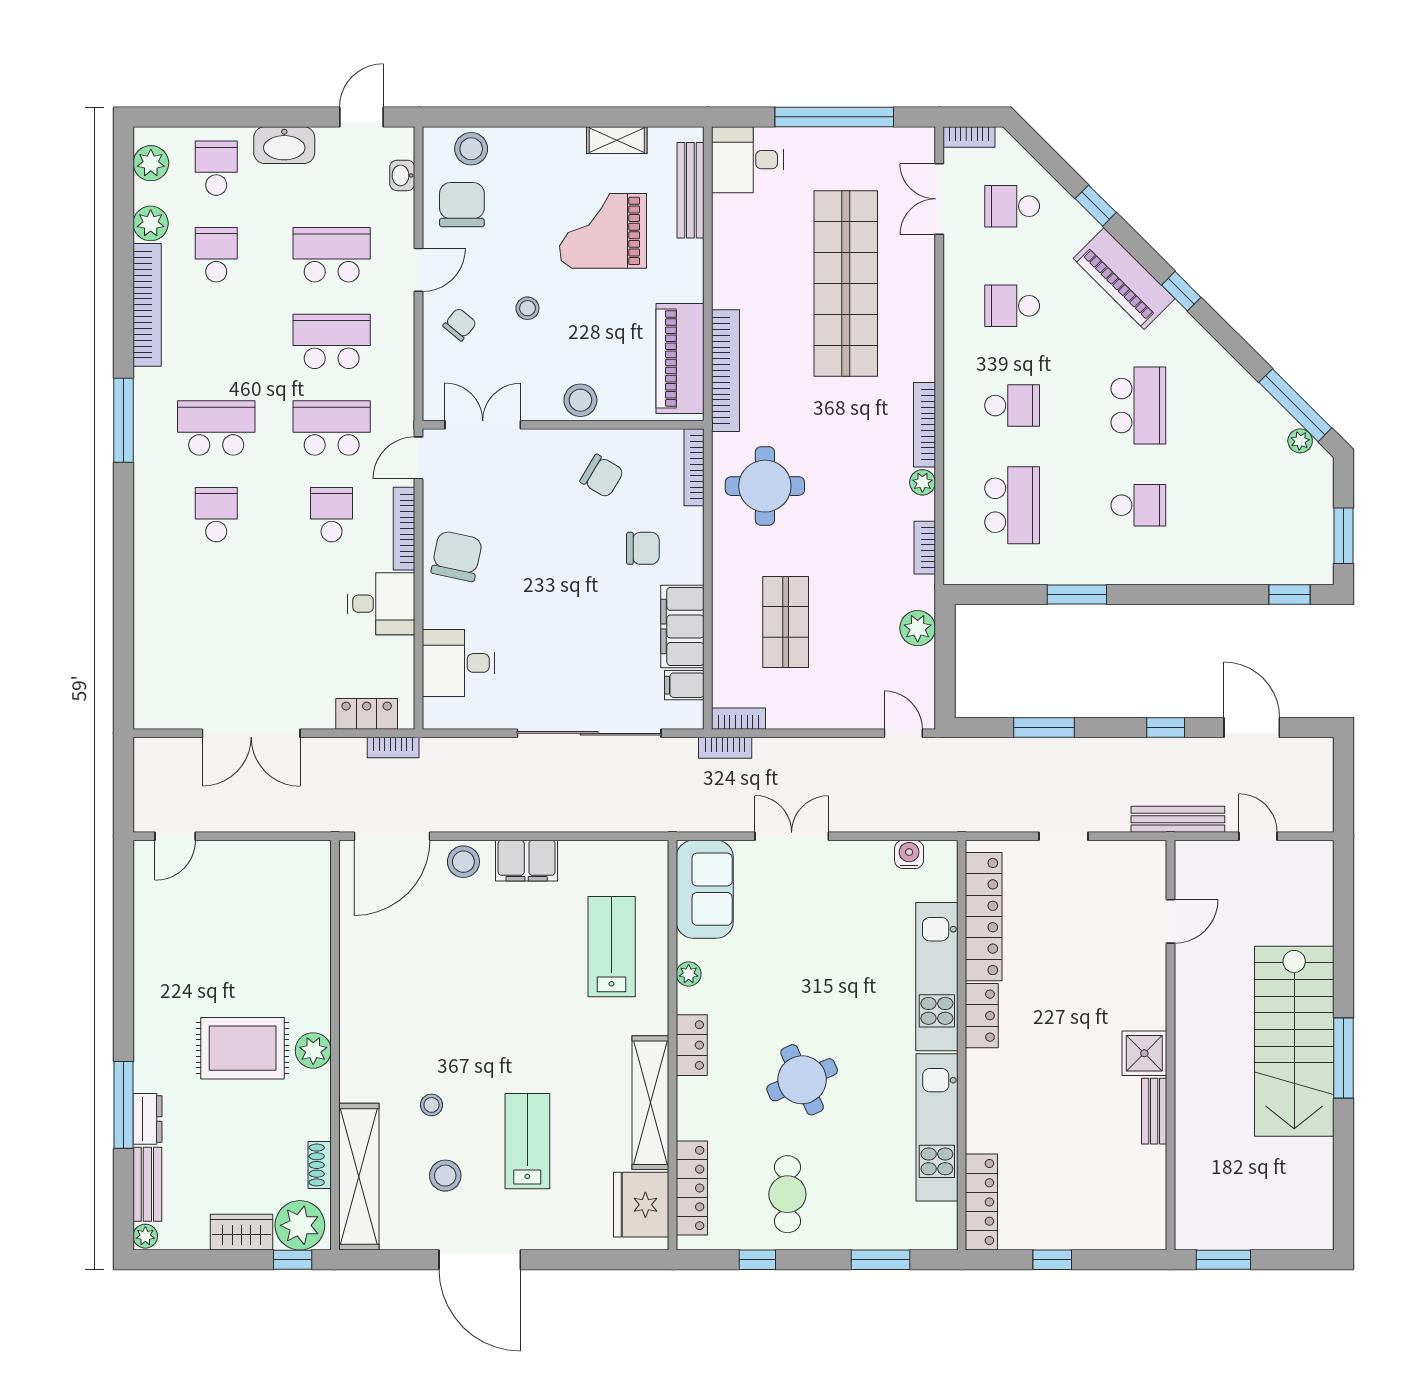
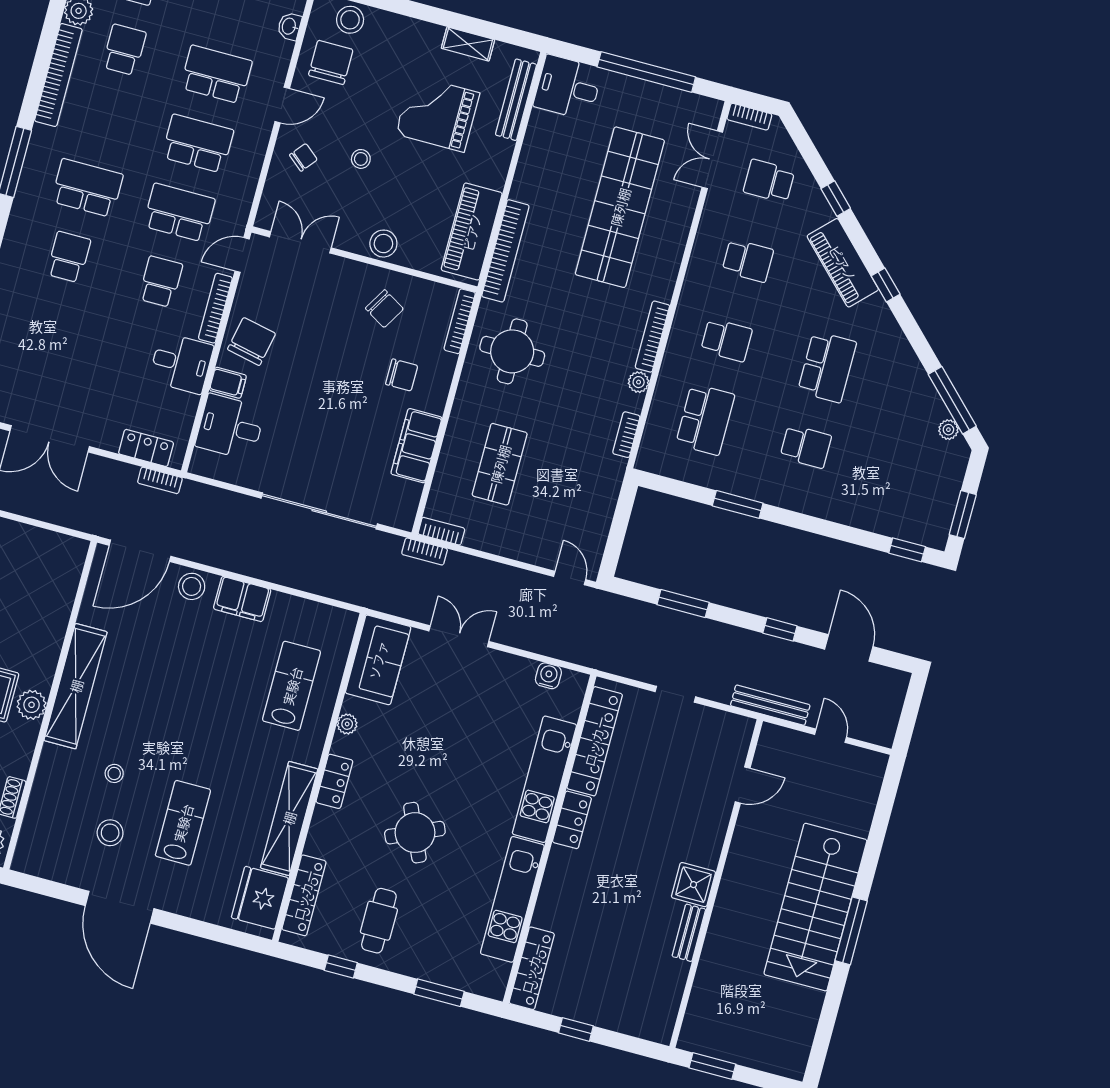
school desk: (1012, 306) -> (748, 261), turned 180
plant: (918, 628) -> (604, 497), removed
filing cabinet: (684, 685) -> (228, 383), moved, turned 180
shelving: (359, 1177) -> (76, 686), moved

